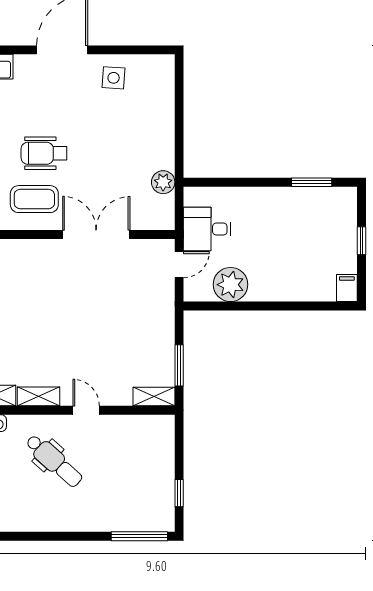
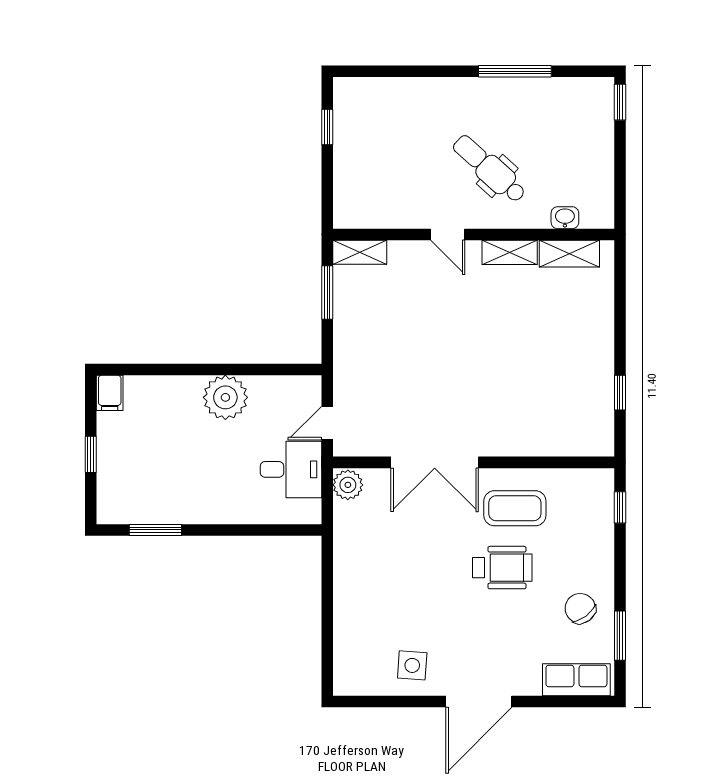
plant: (163, 182) -> (348, 485), moved
plant: (231, 285) -> (225, 397), moved
window: (139, 536) -> (515, 71), moved

